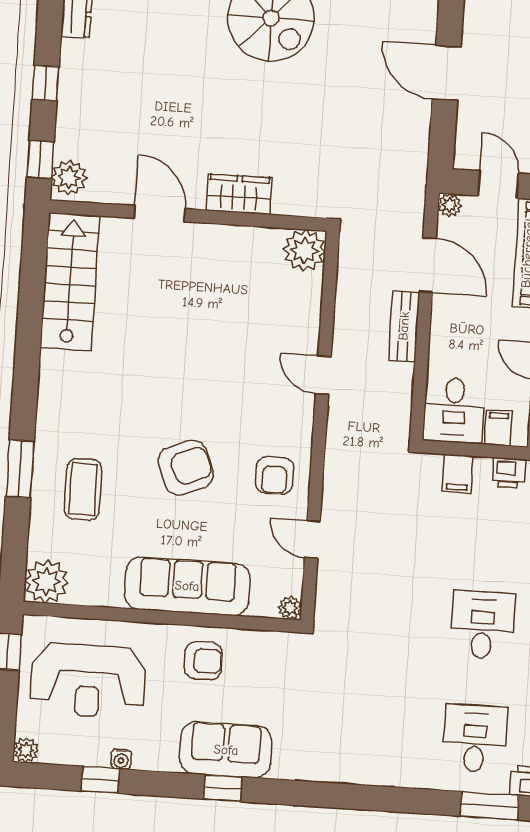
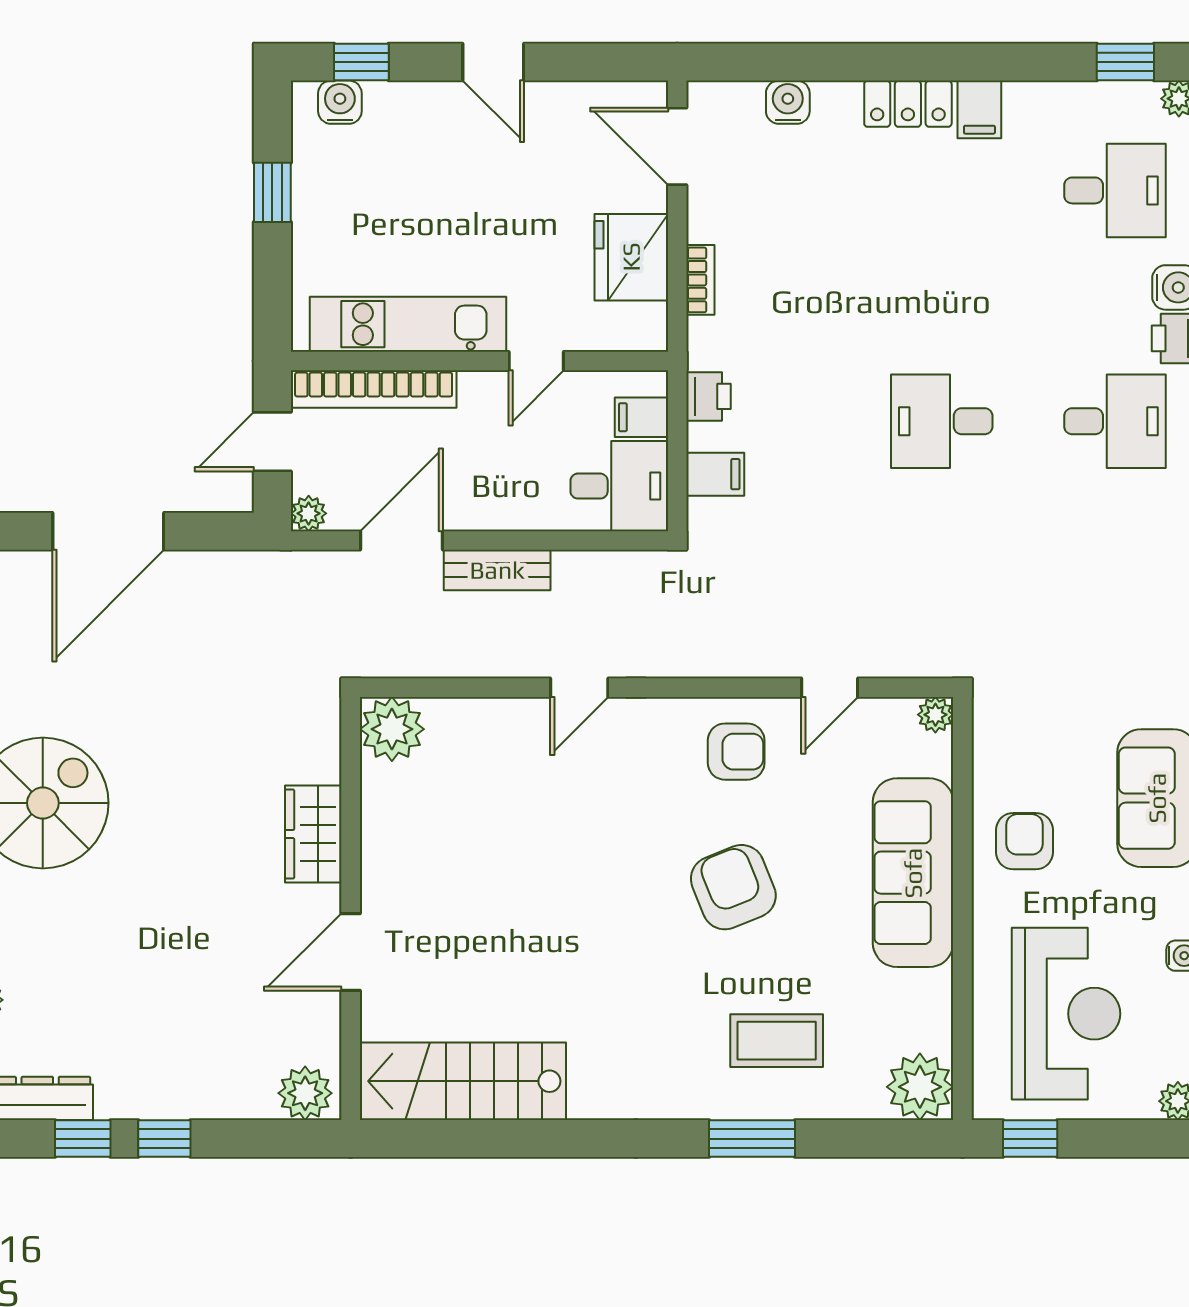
door: (447, 73) -> (108, 531), width x1.36
window: (40, 159) -> (83, 1139), moved
desk: (475, 739) -> (1115, 421), turned 180

